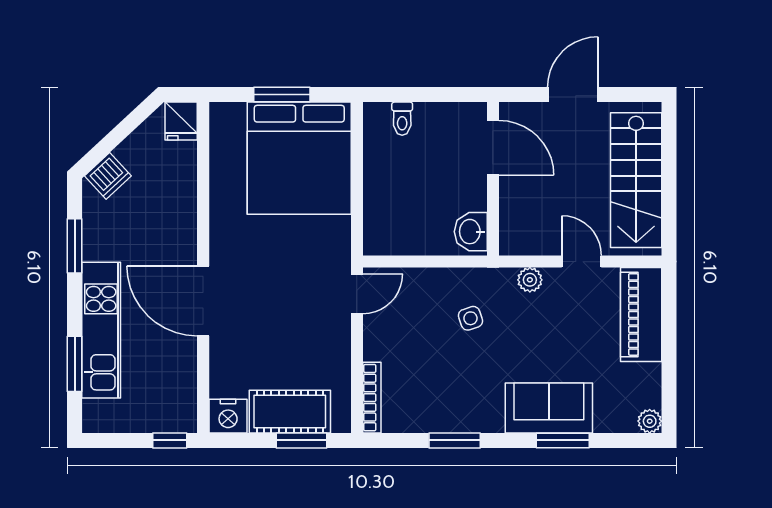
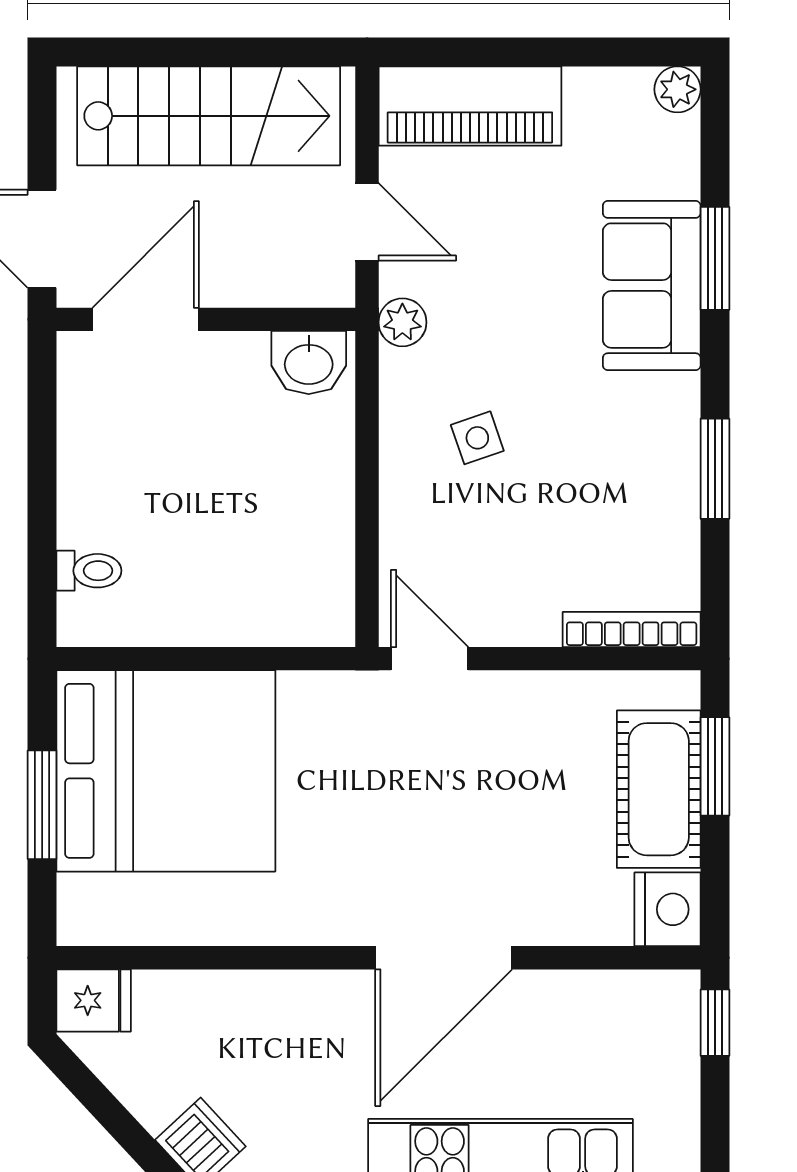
door: (493, 148) -> (146, 319), moved
wall: (493, 179) -> (206, 319), moved
washbasin: (471, 232) -> (309, 363), moved
door: (582, 262) -> (367, 222), swing flipped

